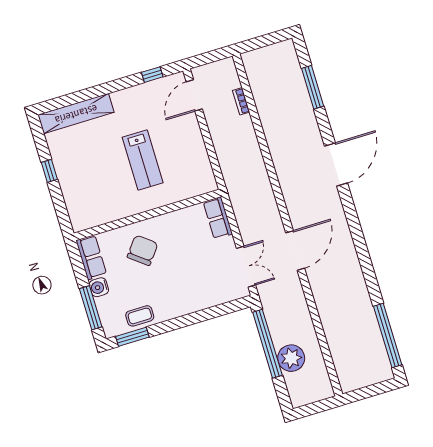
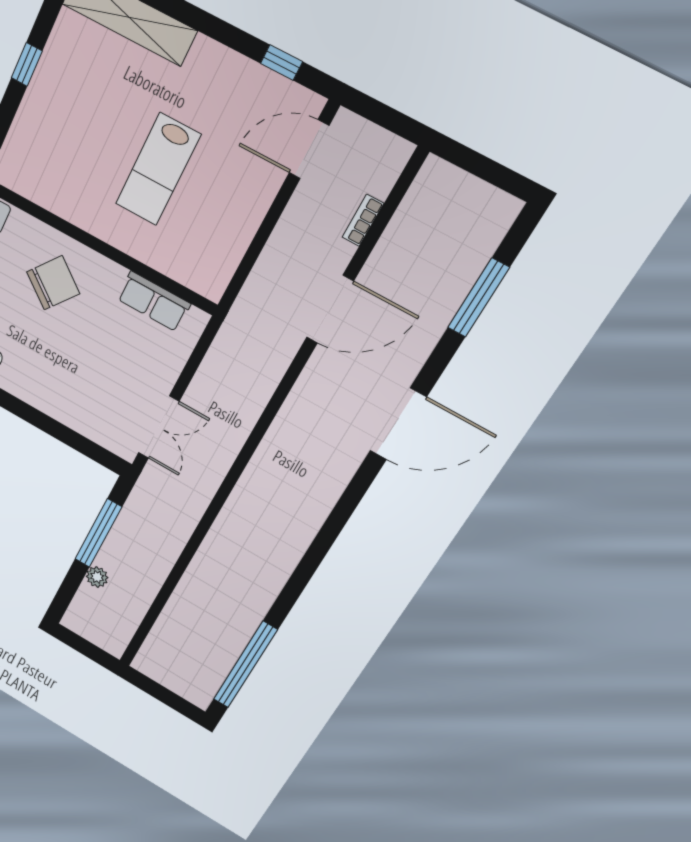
row of seats: (218, 218) -> (154, 301), moved, turned -90
door: (295, 250) -> (330, 309), moved
window: (267, 344) -> (98, 533), width x0.68
plant: (291, 358) -> (97, 577), width x0.53, depth x0.53

